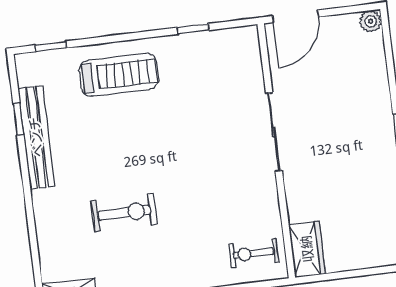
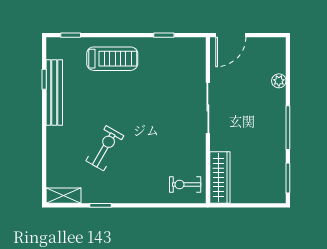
plant: (371, 21) -> (279, 81), moved
exercise bike: (124, 213) -> (105, 148), turned -60
wardrobe: (307, 249) -> (220, 178), width x1.50

